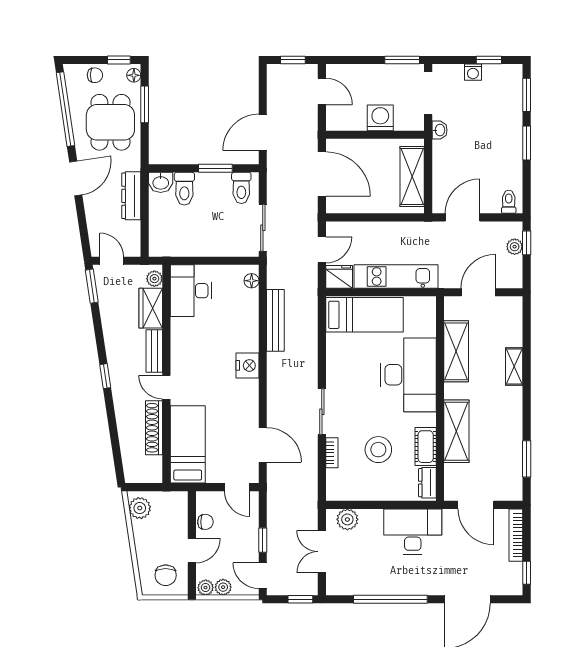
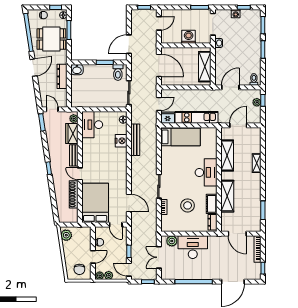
door: (322, 91) -> (159, 23), hinge flipped
dining table: (110, 122) -> (51, 39), turned 90
toilet: (184, 189) -> (89, 73), removed
nightstand: (248, 365) -> (121, 141), moved
desk: (408, 375) -> (206, 172), width x0.73, depth x0.77
bed: (188, 444) -> (95, 203), width x1.50
desk: (413, 531) -> (193, 247), moved

